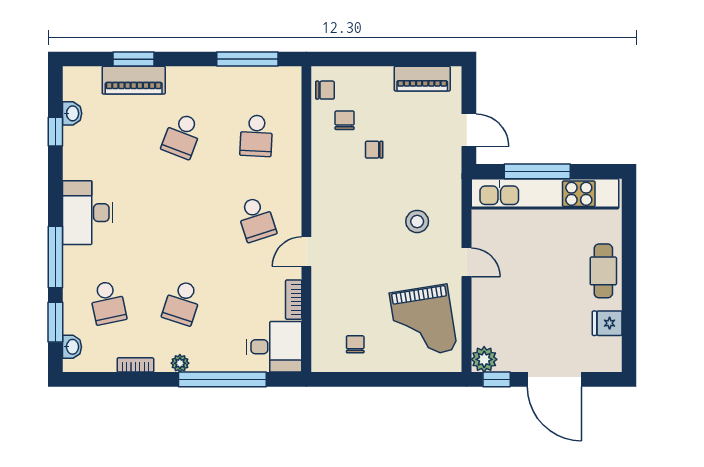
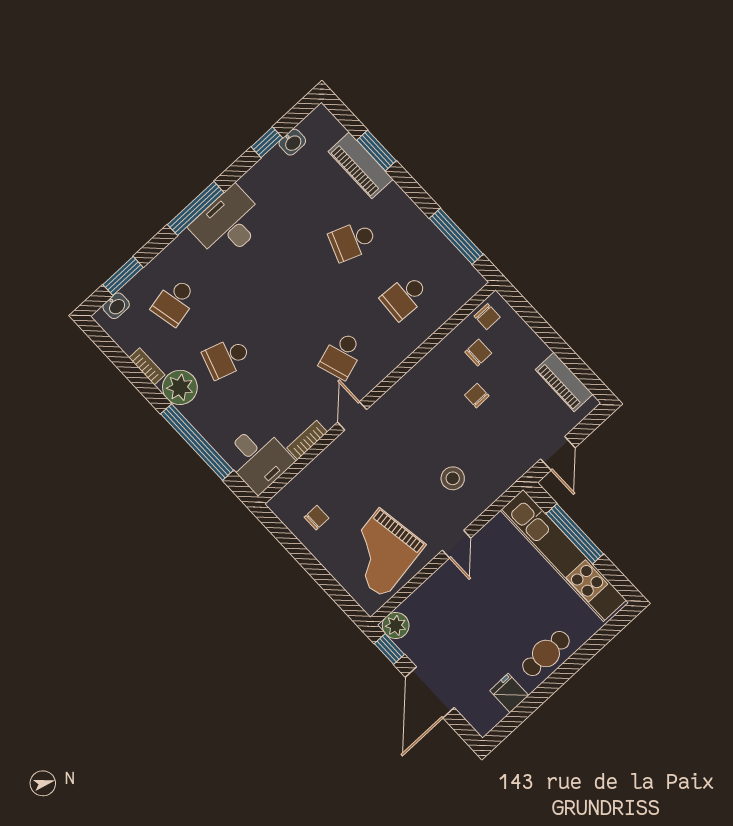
door: (306, 252) -> (352, 416), hinge flipped
window: (55, 257) -> (196, 208), moved
plant: (180, 363) -> (180, 387), width x1.88, depth x1.88

